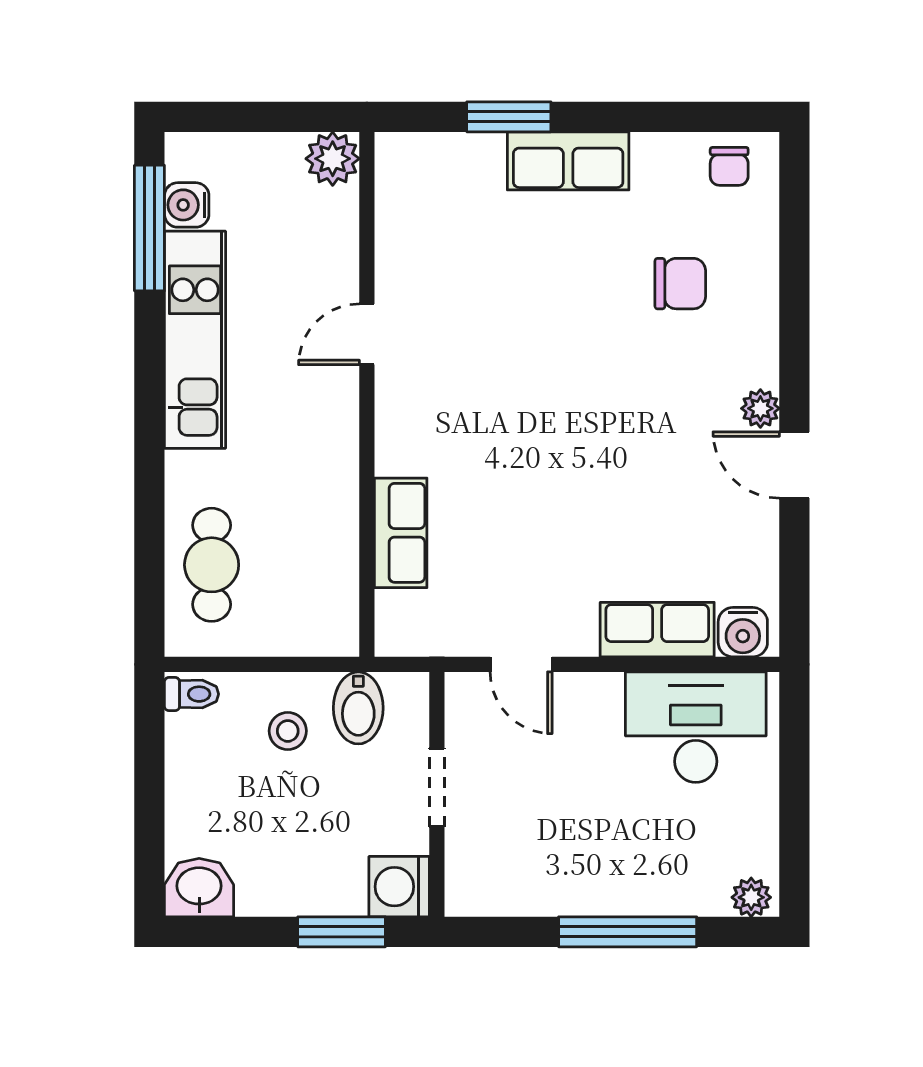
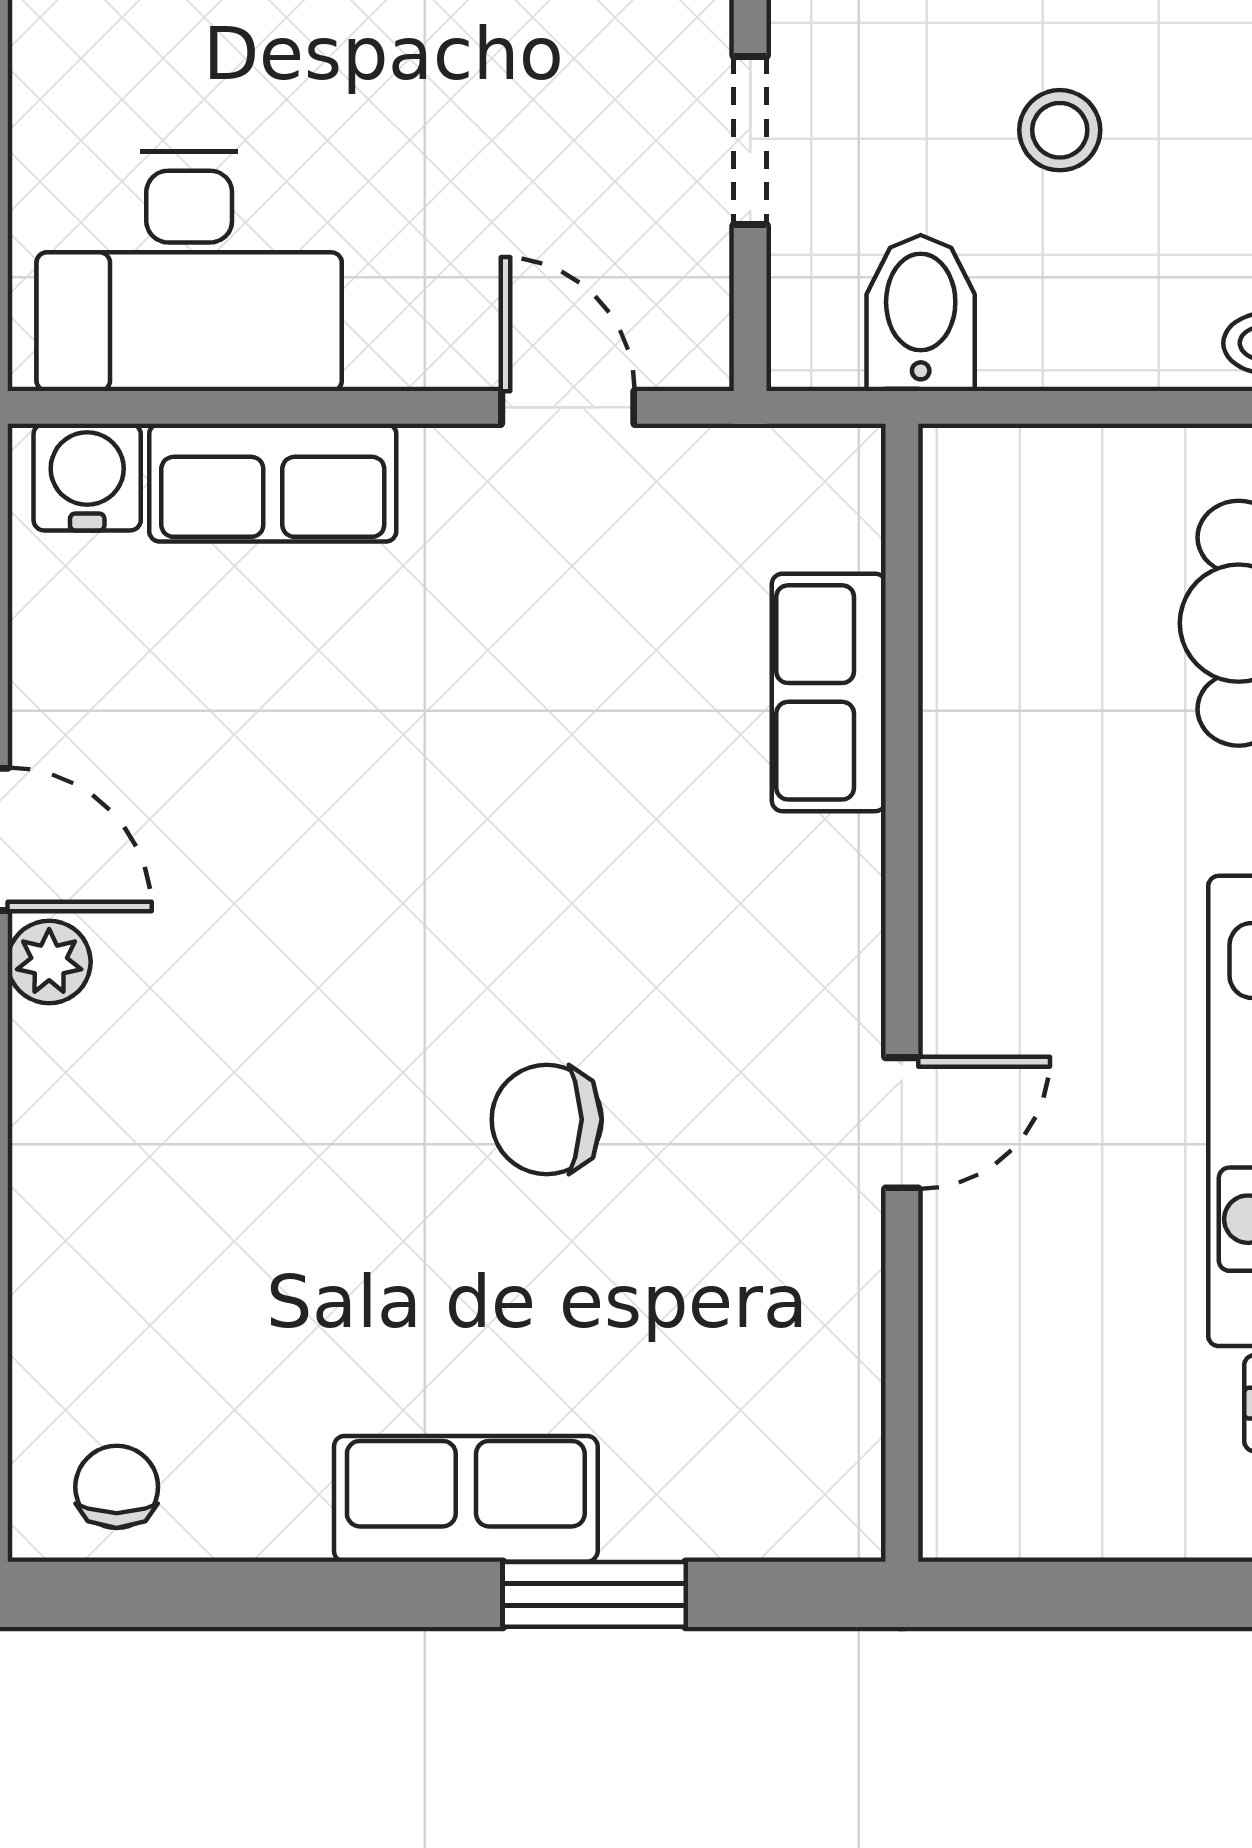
plant: (333, 159) -> (976, 1503), removed
chair: (680, 284) -> (547, 1119), moved
stool: (288, 731) -> (1060, 130), moved

